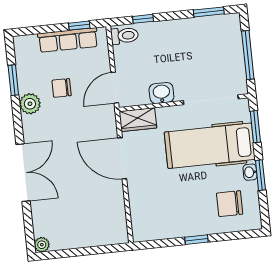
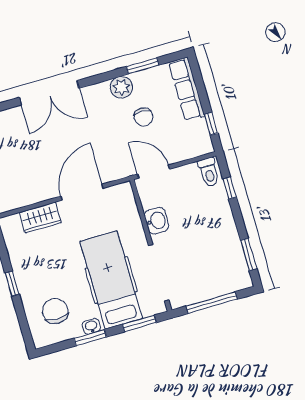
row of seats: (68, 40) -> (187, 89), moved
chair: (62, 88) -> (143, 117), turned 180
wardrobe: (138, 120) -> (40, 217), moved, turned -90

